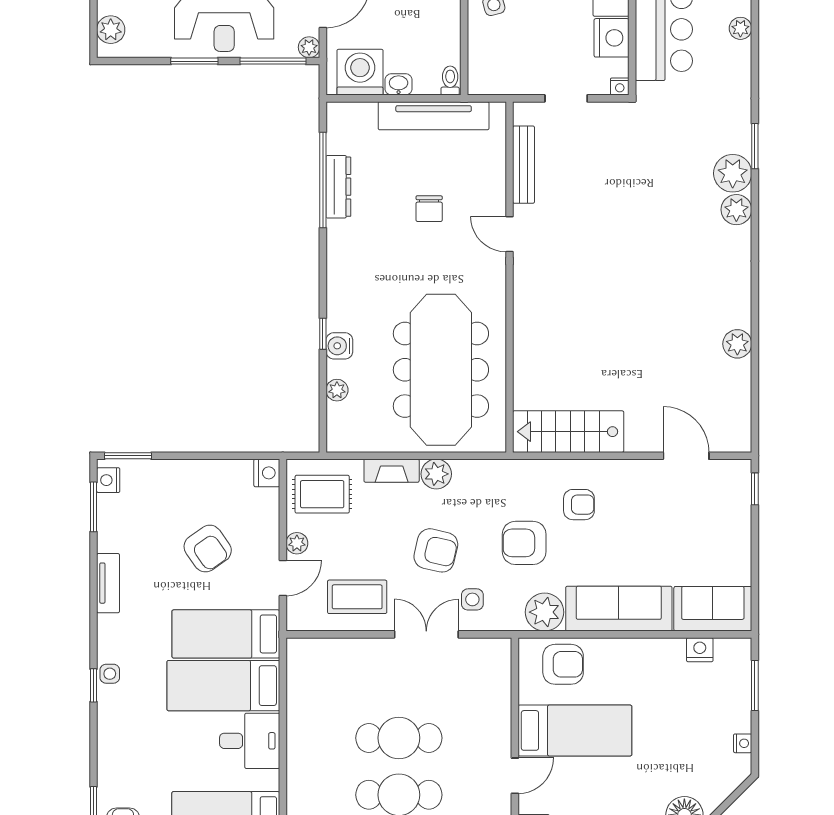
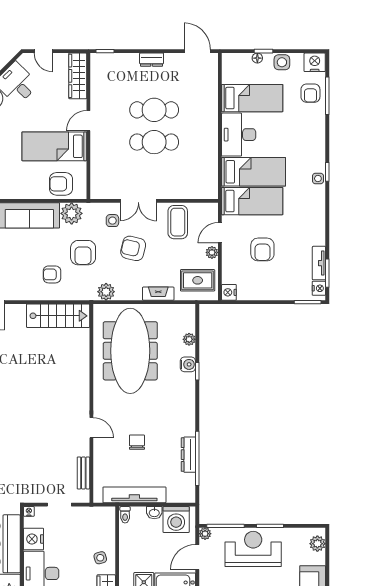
bench: (524, 165) -> (83, 473), width x0.73
plant: (436, 474) -> (106, 292), moved
armchair: (524, 543) -> (83, 253), turned 90
armchair: (208, 549) -> (262, 249), turned -145
tv unit: (108, 583) -> (319, 263), moved
coffee table: (357, 597) -> (178, 222), turned 90
desk: (250, 741) -> (239, 135), width x1.37

